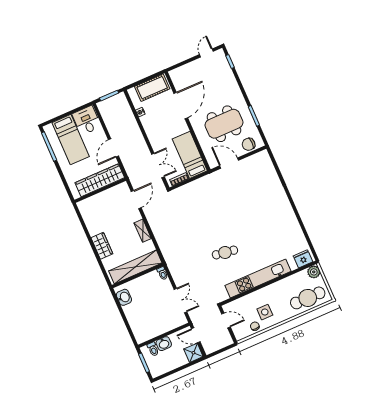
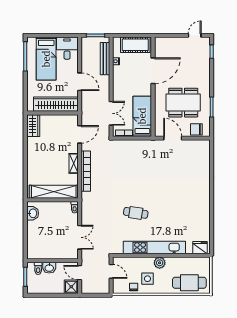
bench: (128, 114) -> (105, 59), added
door: (113, 148) -> (80, 82), swing flipped
bookcase: (158, 233) -> (86, 171), added
wardrobe: (102, 246) -> (33, 126), moved
plant: (314, 272) -> (160, 263), moved

